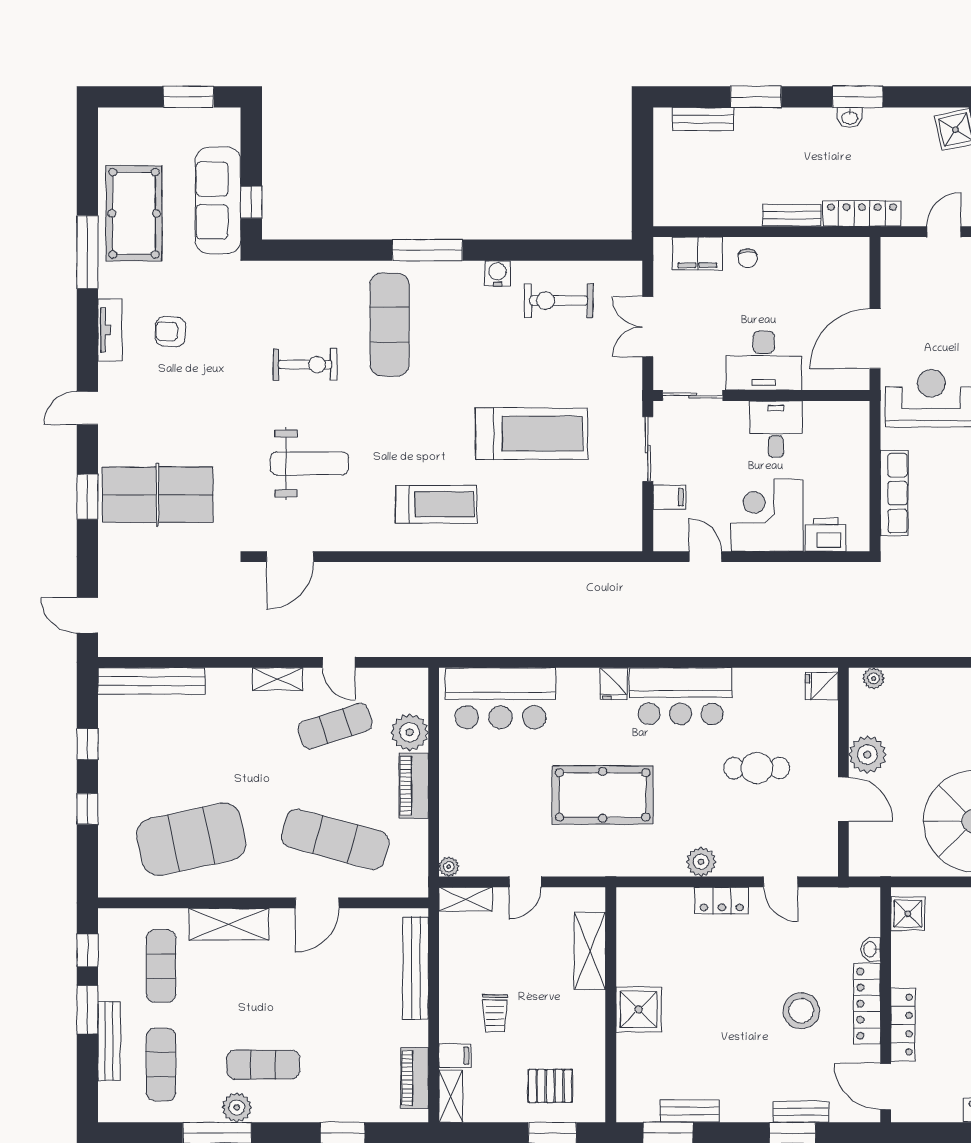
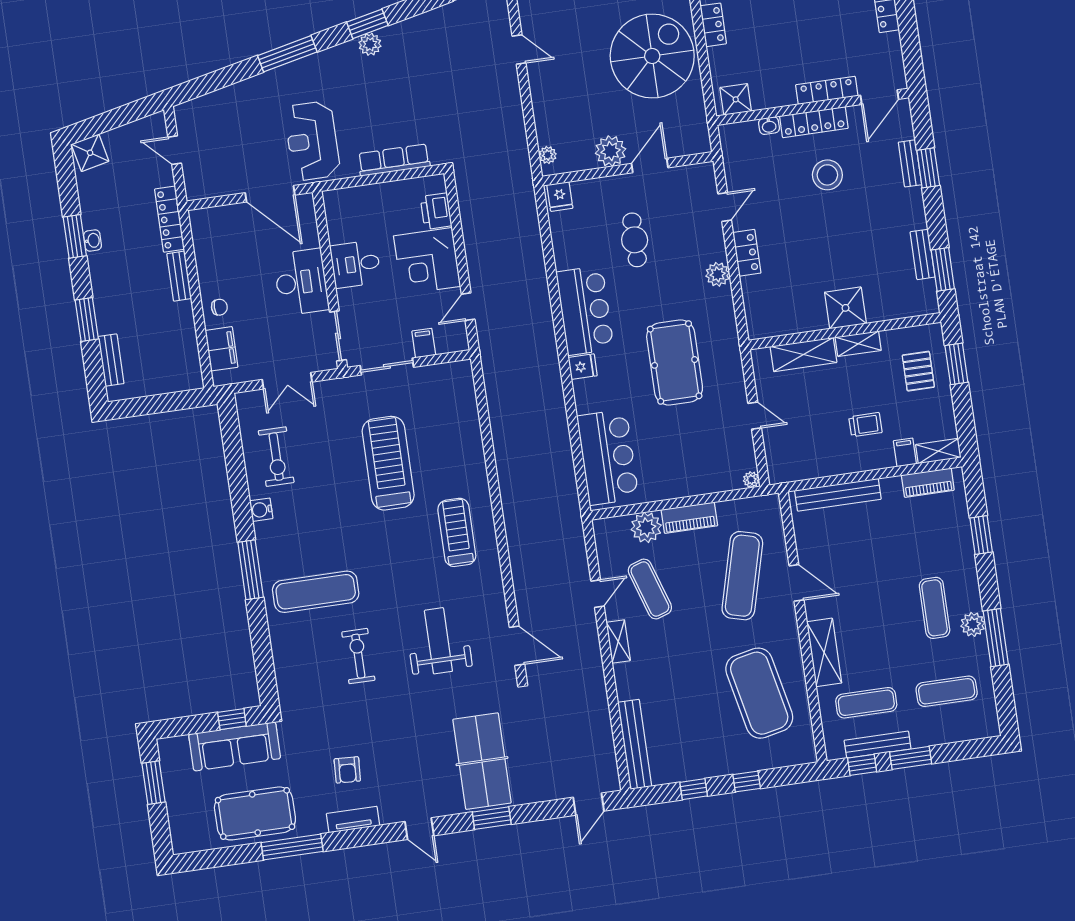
shelving: (466, 899) -> (858, 344), moved, turned 90
bench: (109, 1041) -> (878, 745), moved

